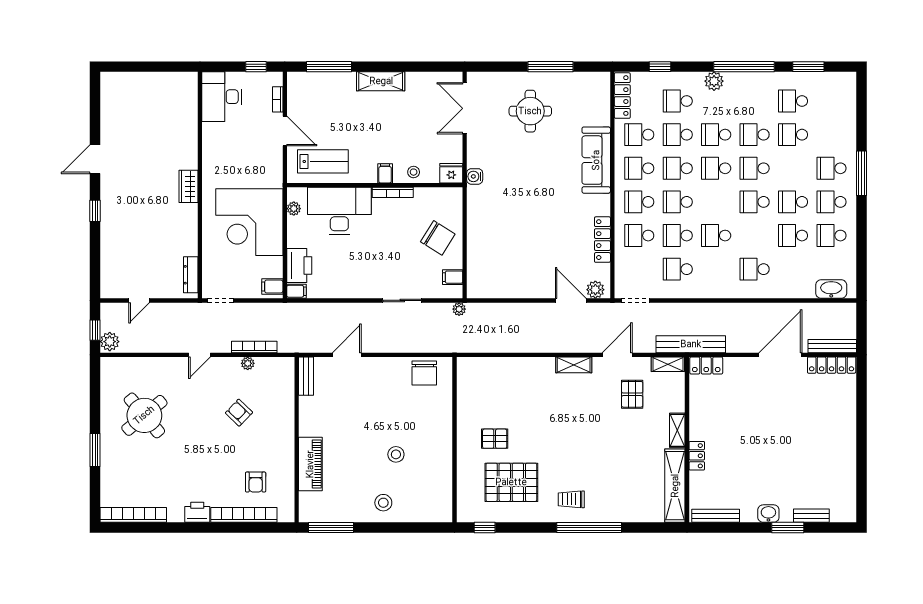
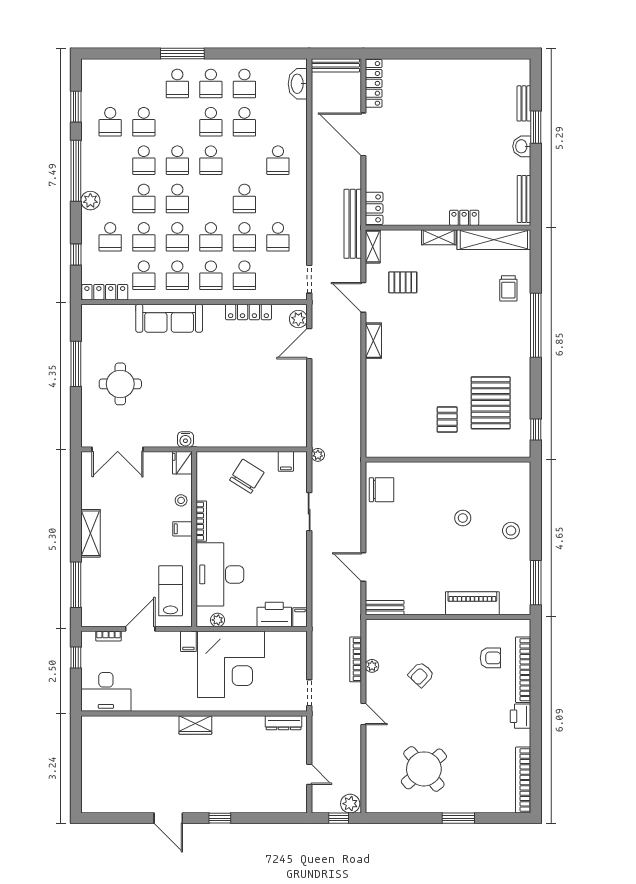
filing cabinet: (272, 286) -> (188, 641), moved
bench: (832, 346) -> (335, 65), moved, turned 90
trolley: (571, 499) -> (508, 288), moved

